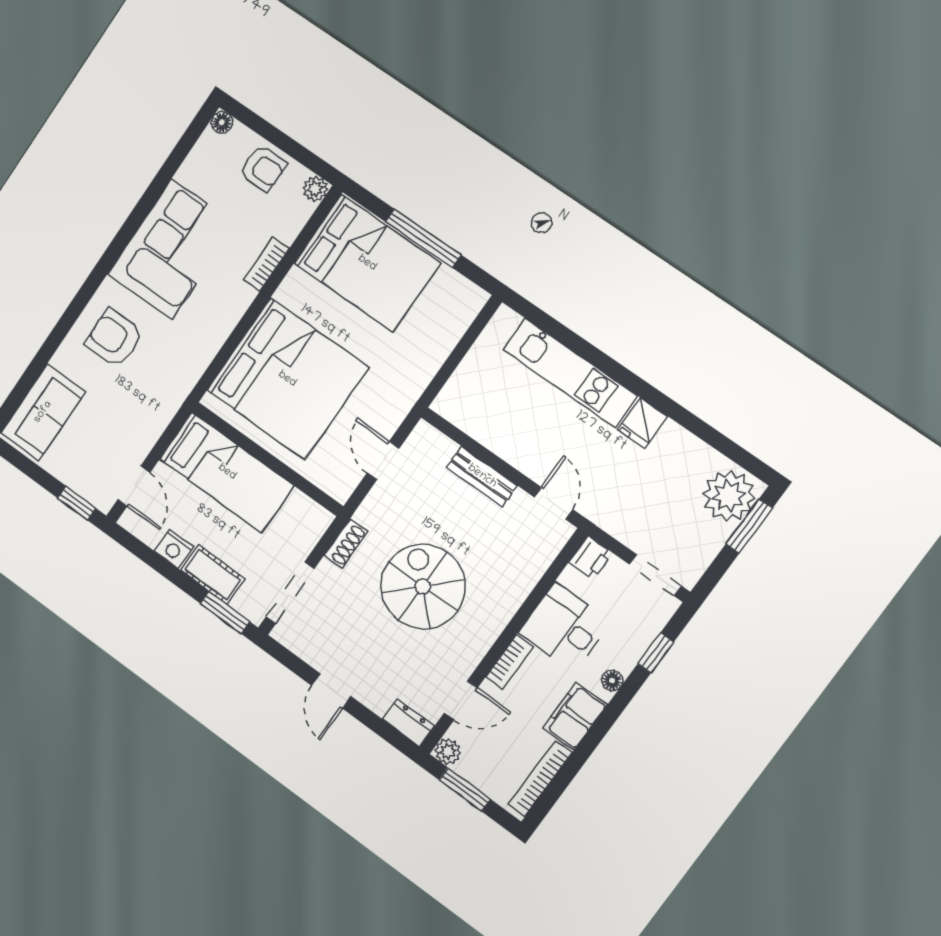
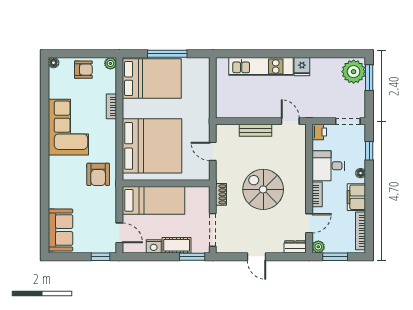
armchair: (114, 338) -> (98, 174), moved, turned -90

